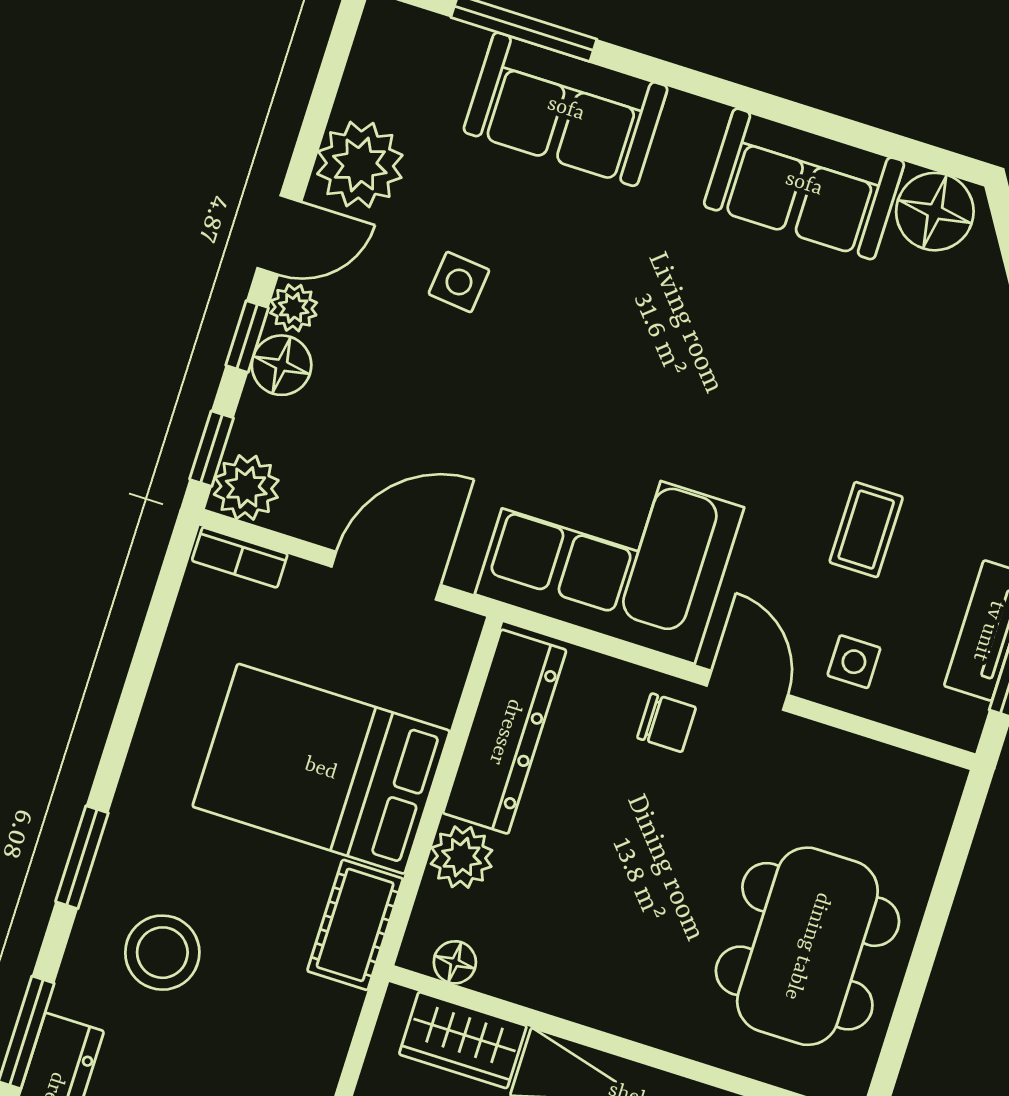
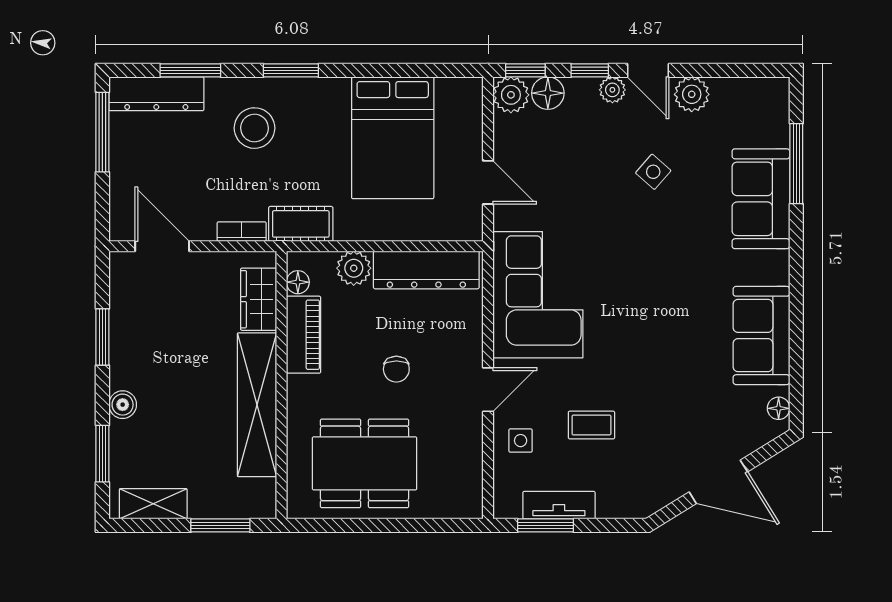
plant: (360, 165) -> (692, 94), width x0.73, depth x0.73
floor lamp: (935, 212) -> (779, 408), width x0.53, depth x0.53
side table: (459, 282) -> (653, 172), turned 35
floor lamp: (282, 365) -> (548, 93), moved
bookcase: (240, 557) -> (242, 232), moved, turned 90
door: (386, 576) -> (488, 182), width x0.73
chair: (667, 723) -> (396, 369), moved
bed: (321, 769) -> (393, 138), moved, turned 180
piano: (550, 981) -> (303, 335), added

